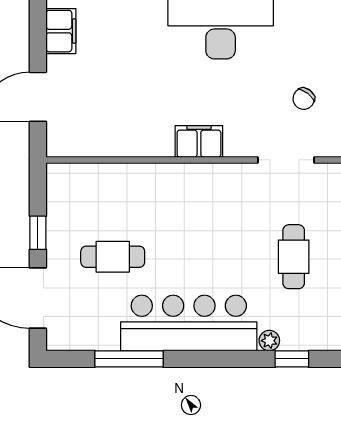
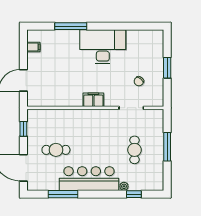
filing cabinet: (61, 31) -> (33, 47), width x0.50
window: (38, 233) -> (23, 129), moved

